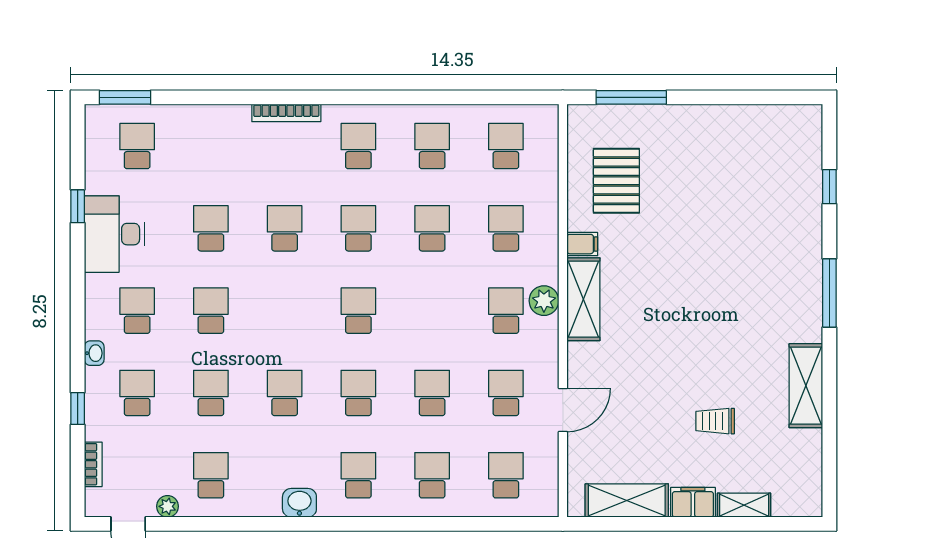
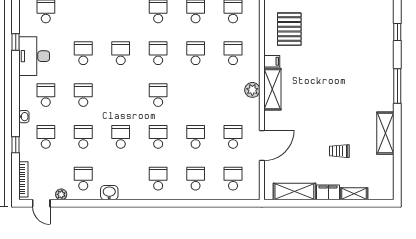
school desk: (506, 311) -> (233, 95), removed
door: (563, 410) -> (262, 145), width x1.36
bookcase: (93, 464) -> (23, 179), width x1.56
washbasin: (299, 503) -> (109, 193), moved

